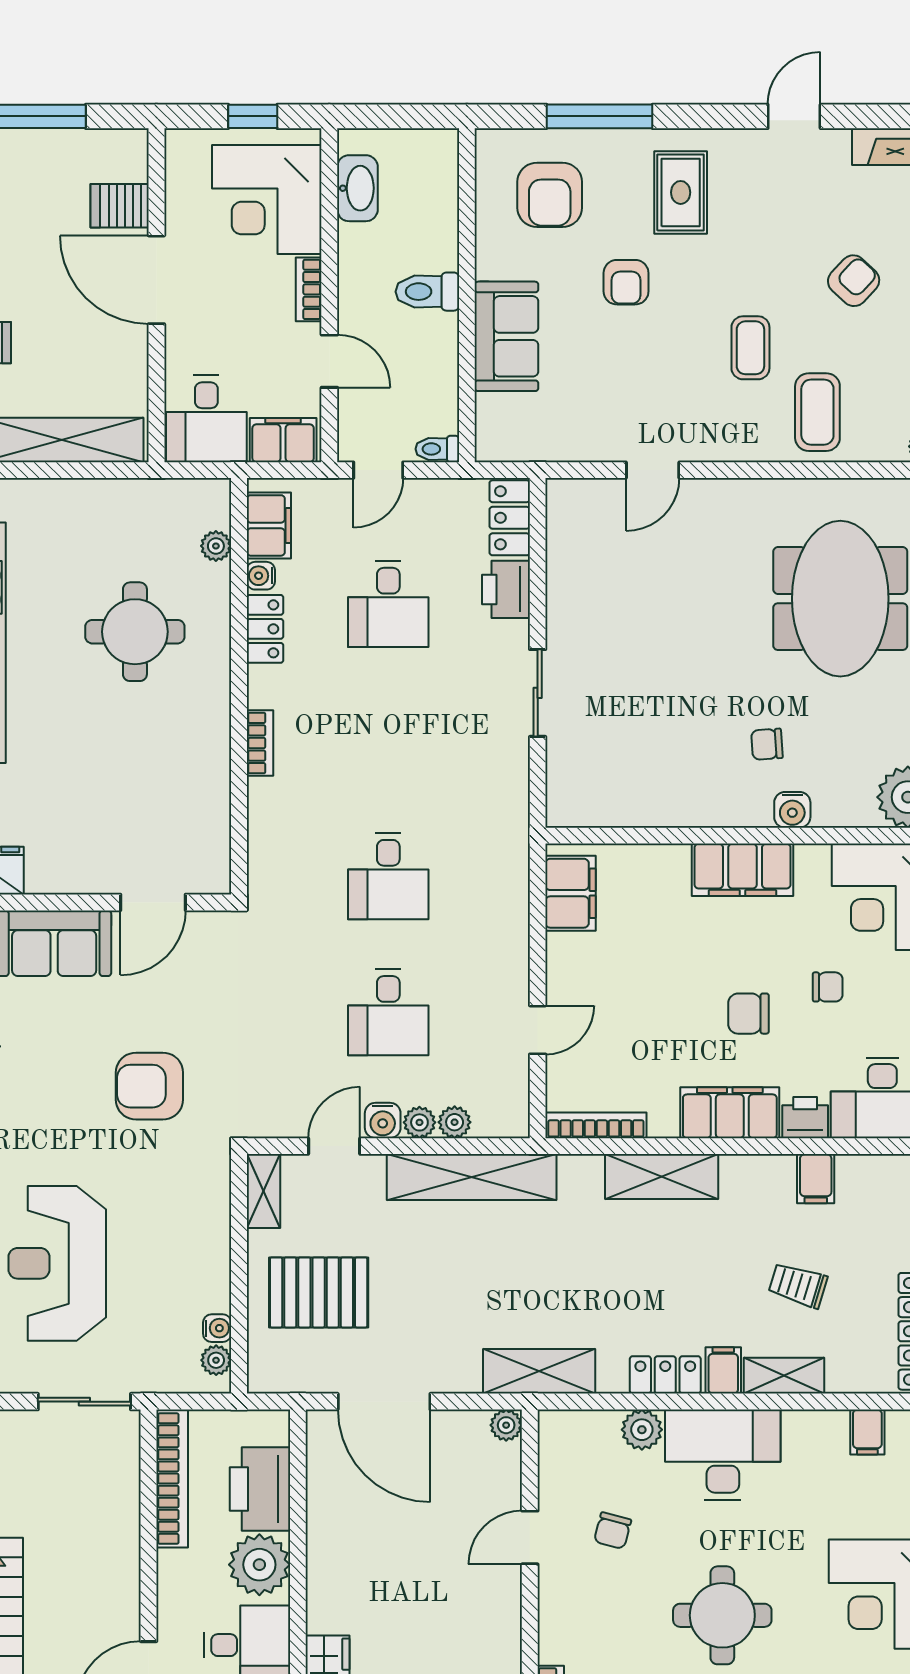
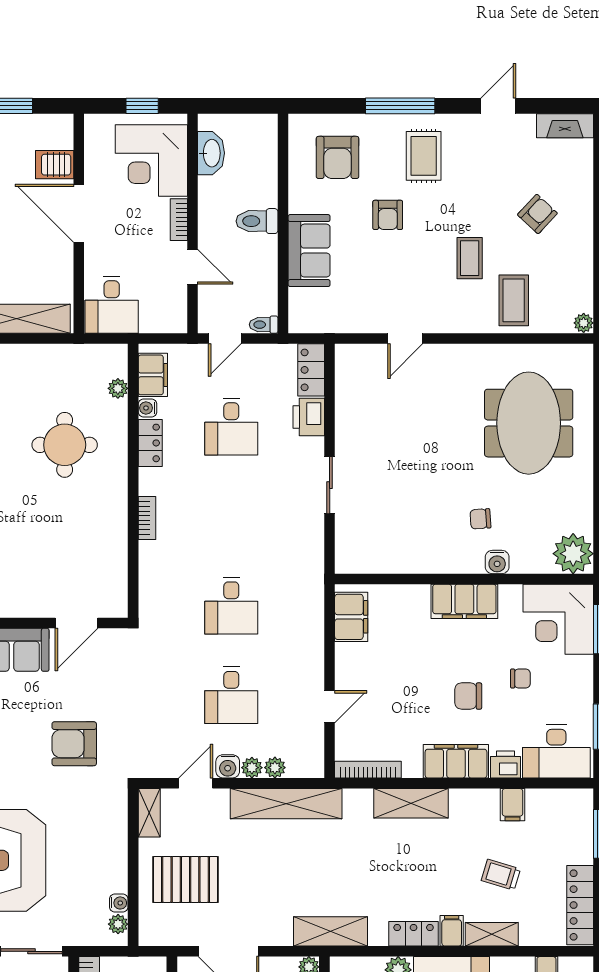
window: (600, 116) -> (400, 106), moved
filing cabinet: (283, 440) -> (162, 319), removed

